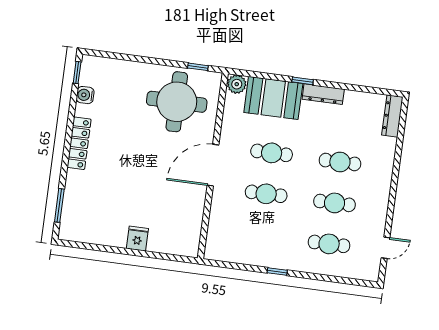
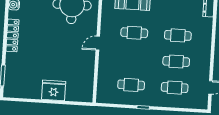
door: (213, 165) -> (98, 43), width x0.53
cafe table: (266, 194) -> (131, 85), moved
fridge: (137, 239) -> (54, 90), width x1.88, depth x1.34

